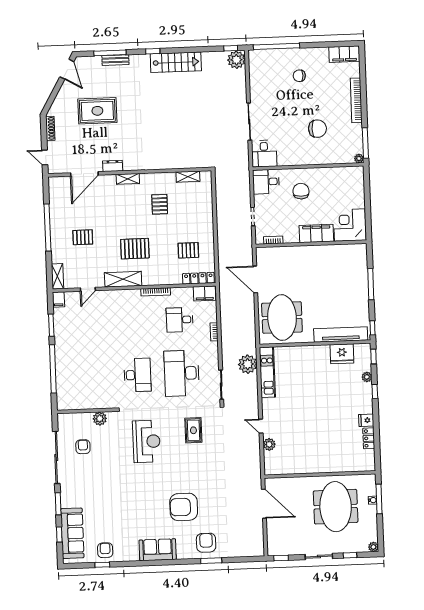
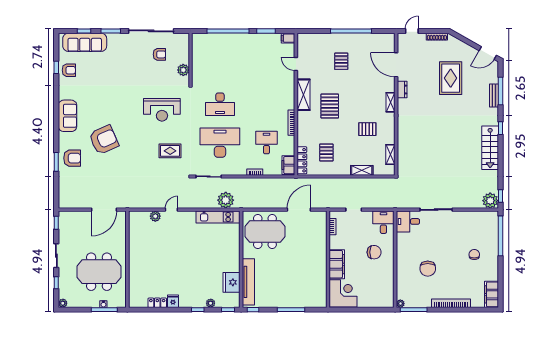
shelving: (57, 276) -> (362, 170), moved
armchair: (184, 507) -> (104, 140), turned 66

